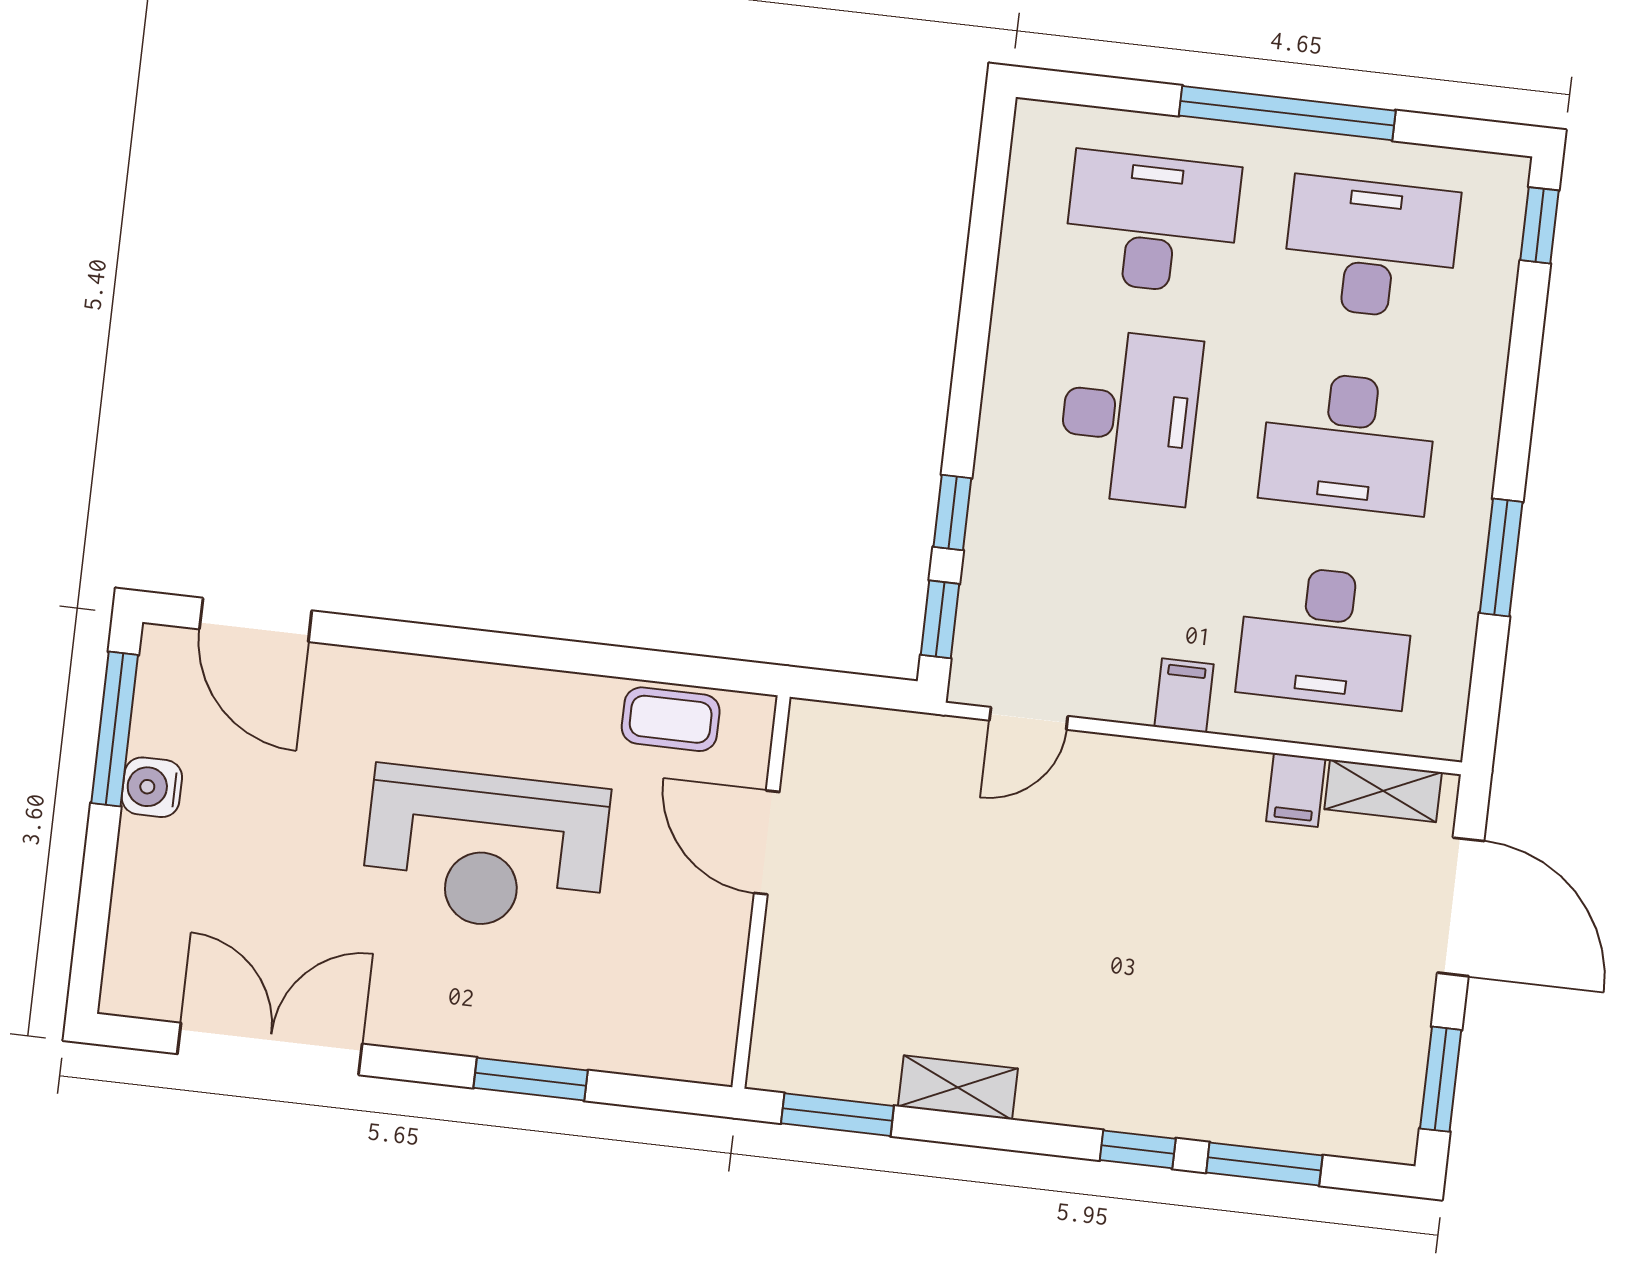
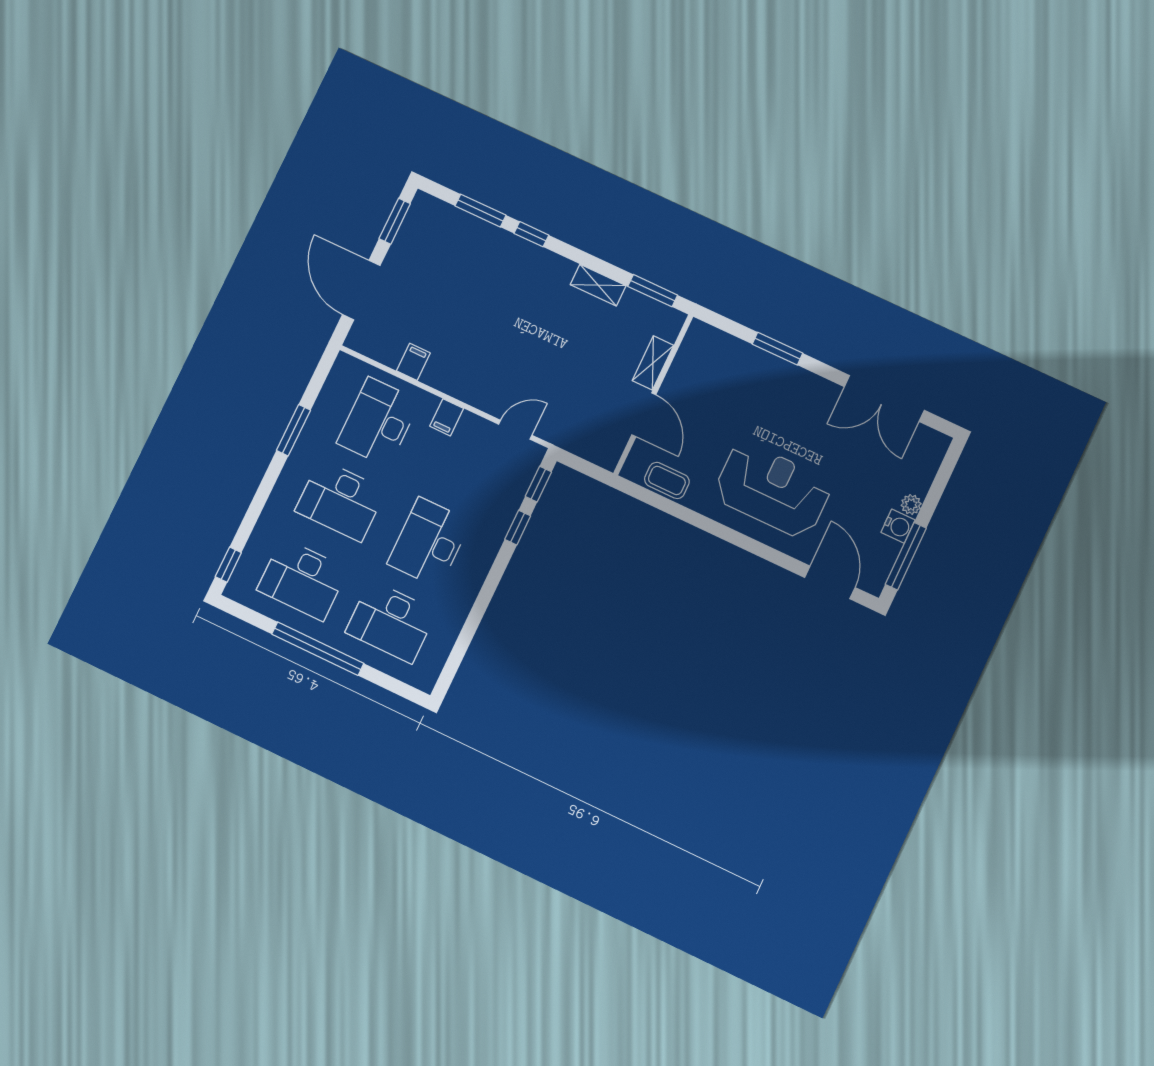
desk: (1348, 442) -> (341, 500), turned 180
desk: (1326, 636) -> (378, 422), turned -90
shelving: (1383, 791) -> (653, 363), moved, turned 90
plant: (139, 842) -> (911, 505), added
reception desk: (485, 850) -> (773, 490), moved

